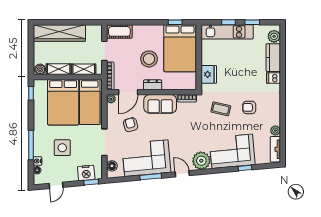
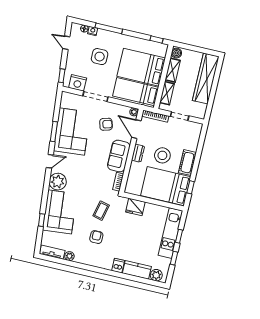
cot: (119, 31) -> (187, 163), moved
floor lamp: (112, 166) -> (72, 98), removed
nightstand: (86, 173) -> (78, 83), moved, turned -85

